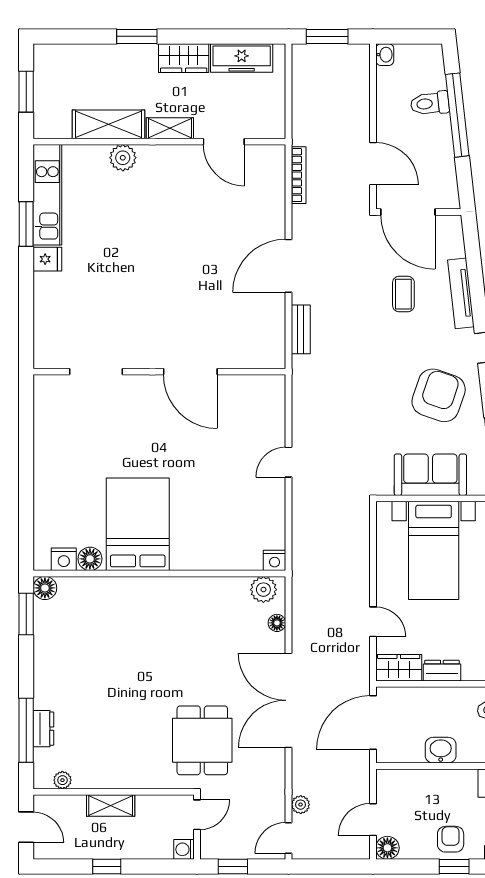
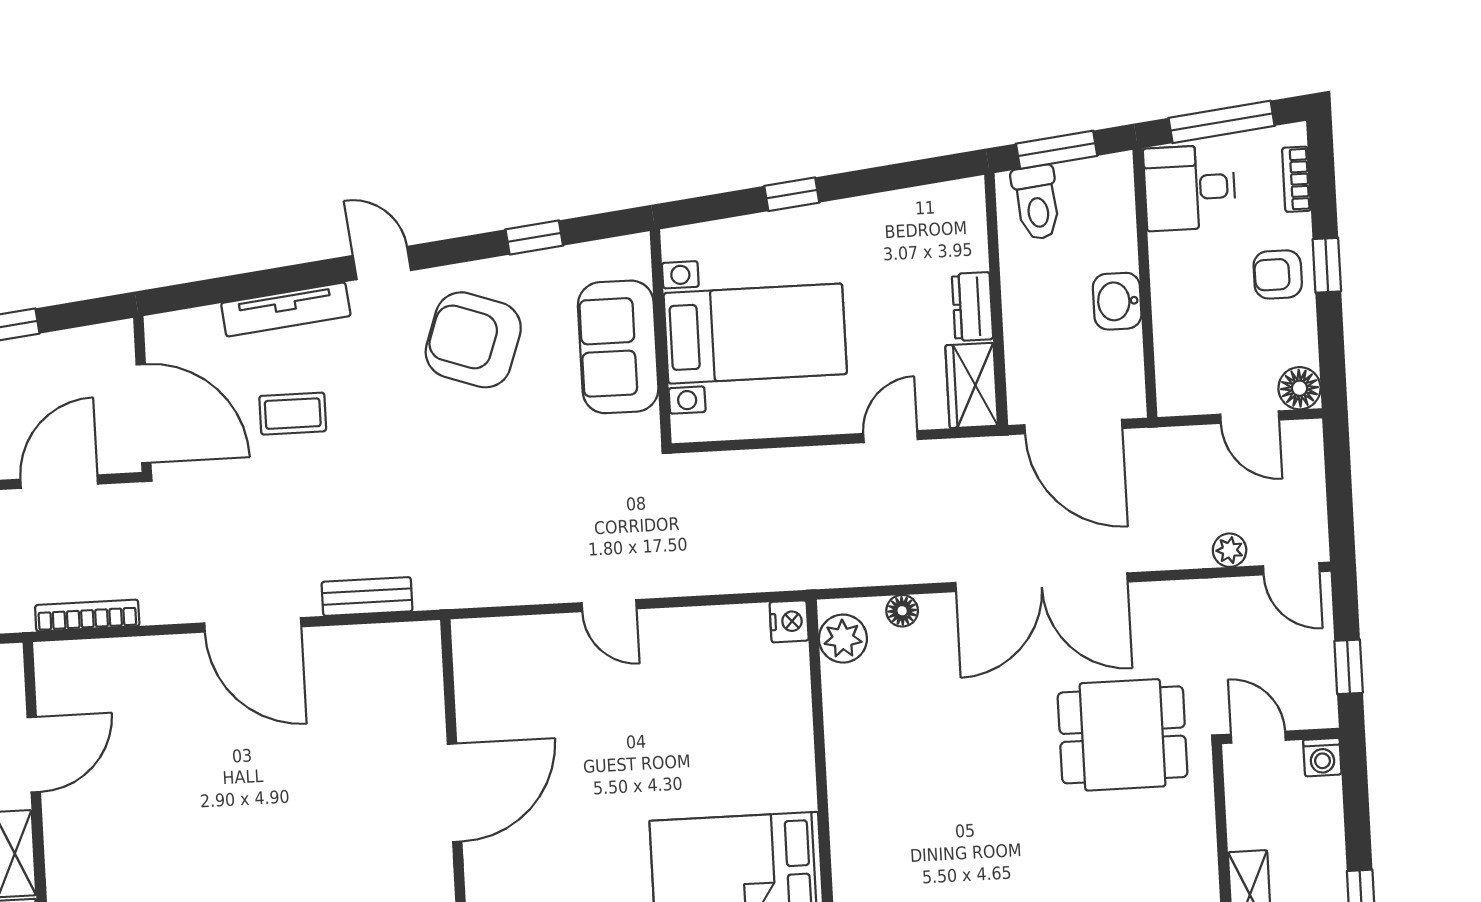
door: (408, 212) -> (143, 414), hinge flipped

